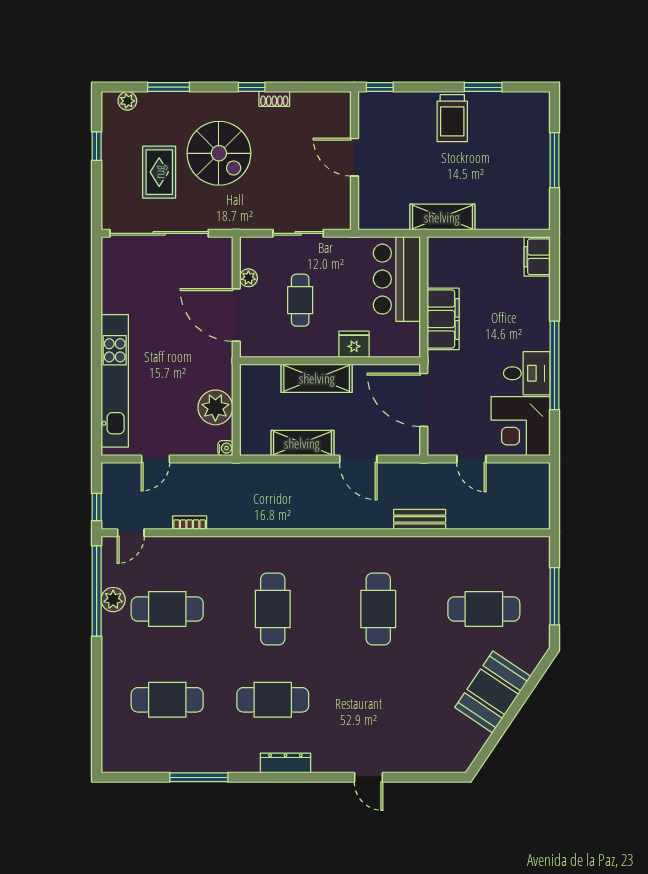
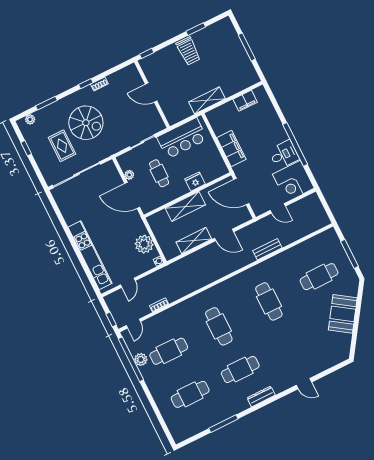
filing cabinet: (537, 257) -> (245, 101), moved, turned -90
bar counter: (397, 279) -> (182, 138), moved, turned -90

